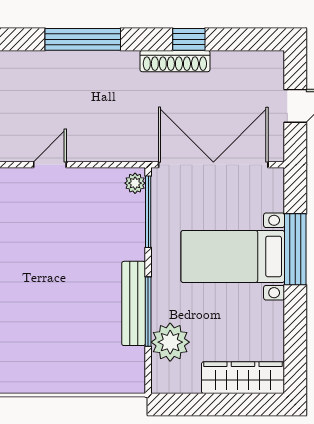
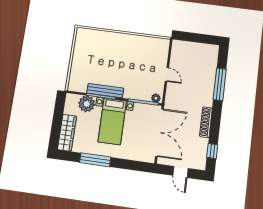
window: (189, 39) -> (212, 151), moved
door: (50, 165) -> (167, 74), moved
window: (295, 249) -> (95, 160), moved
bed with nightstands: (233, 256) -> (112, 121), moved, turned 180

